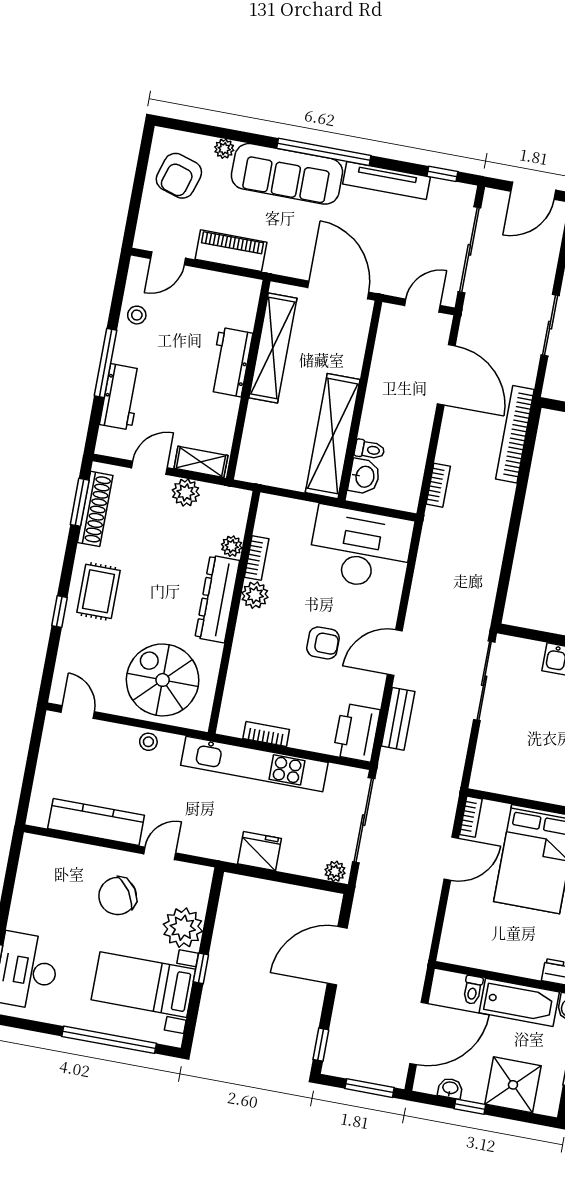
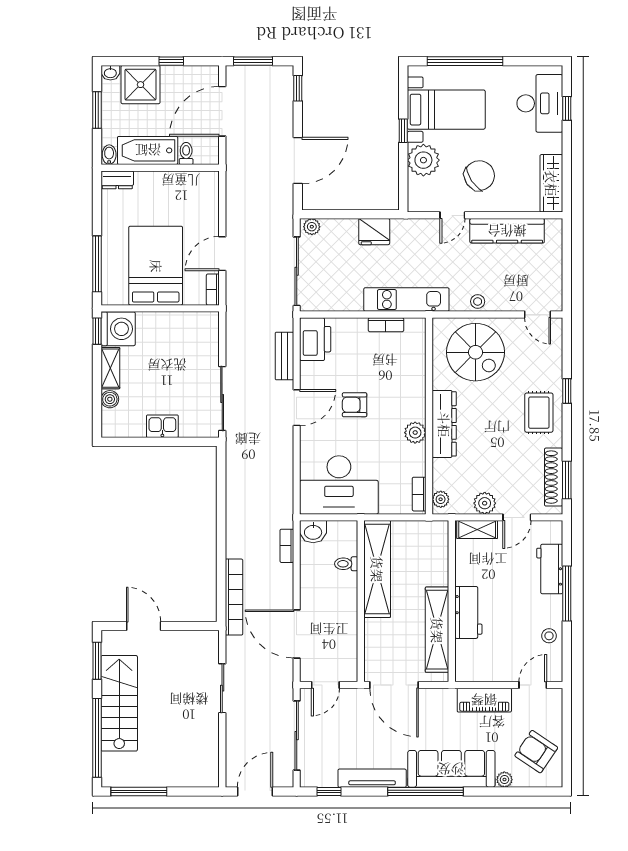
armchair: (179, 176) -> (536, 752), turned -73
washbasin: (364, 477) -> (313, 532), moved, turned -90
plant: (232, 546) -> (441, 499), moved
bookcase: (257, 558) -> (419, 494), moved
kitchen unit: (254, 764) -> (406, 300), width x0.73
wardrobe: (31, 870) -> (551, 183), added
washbasin: (450, 1088) -> (110, 73), moved

